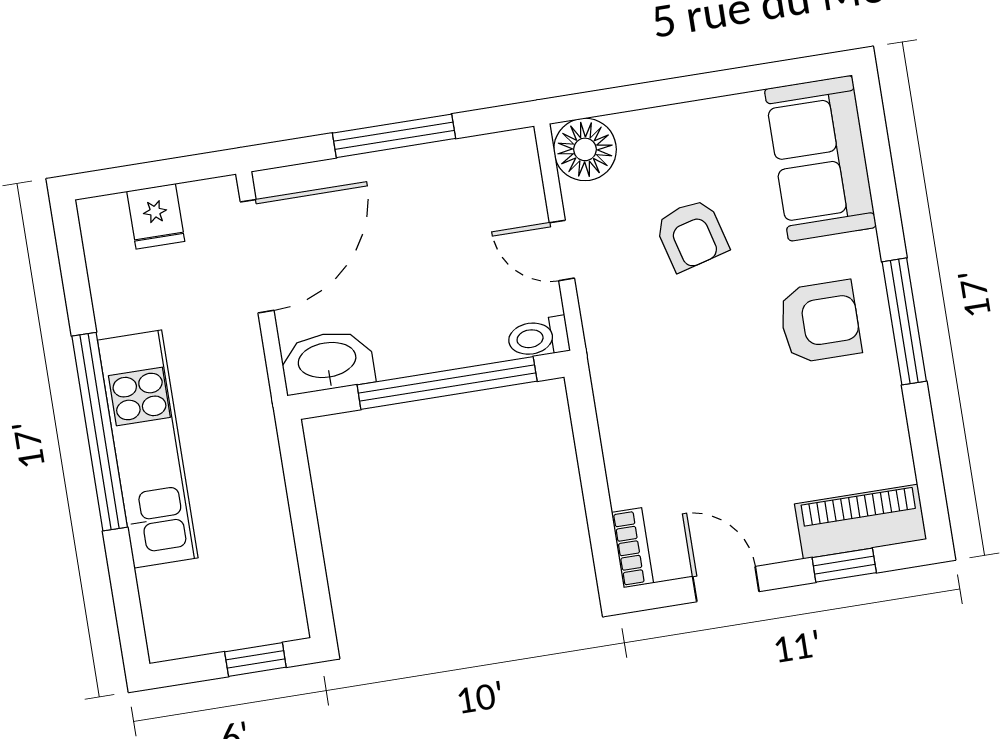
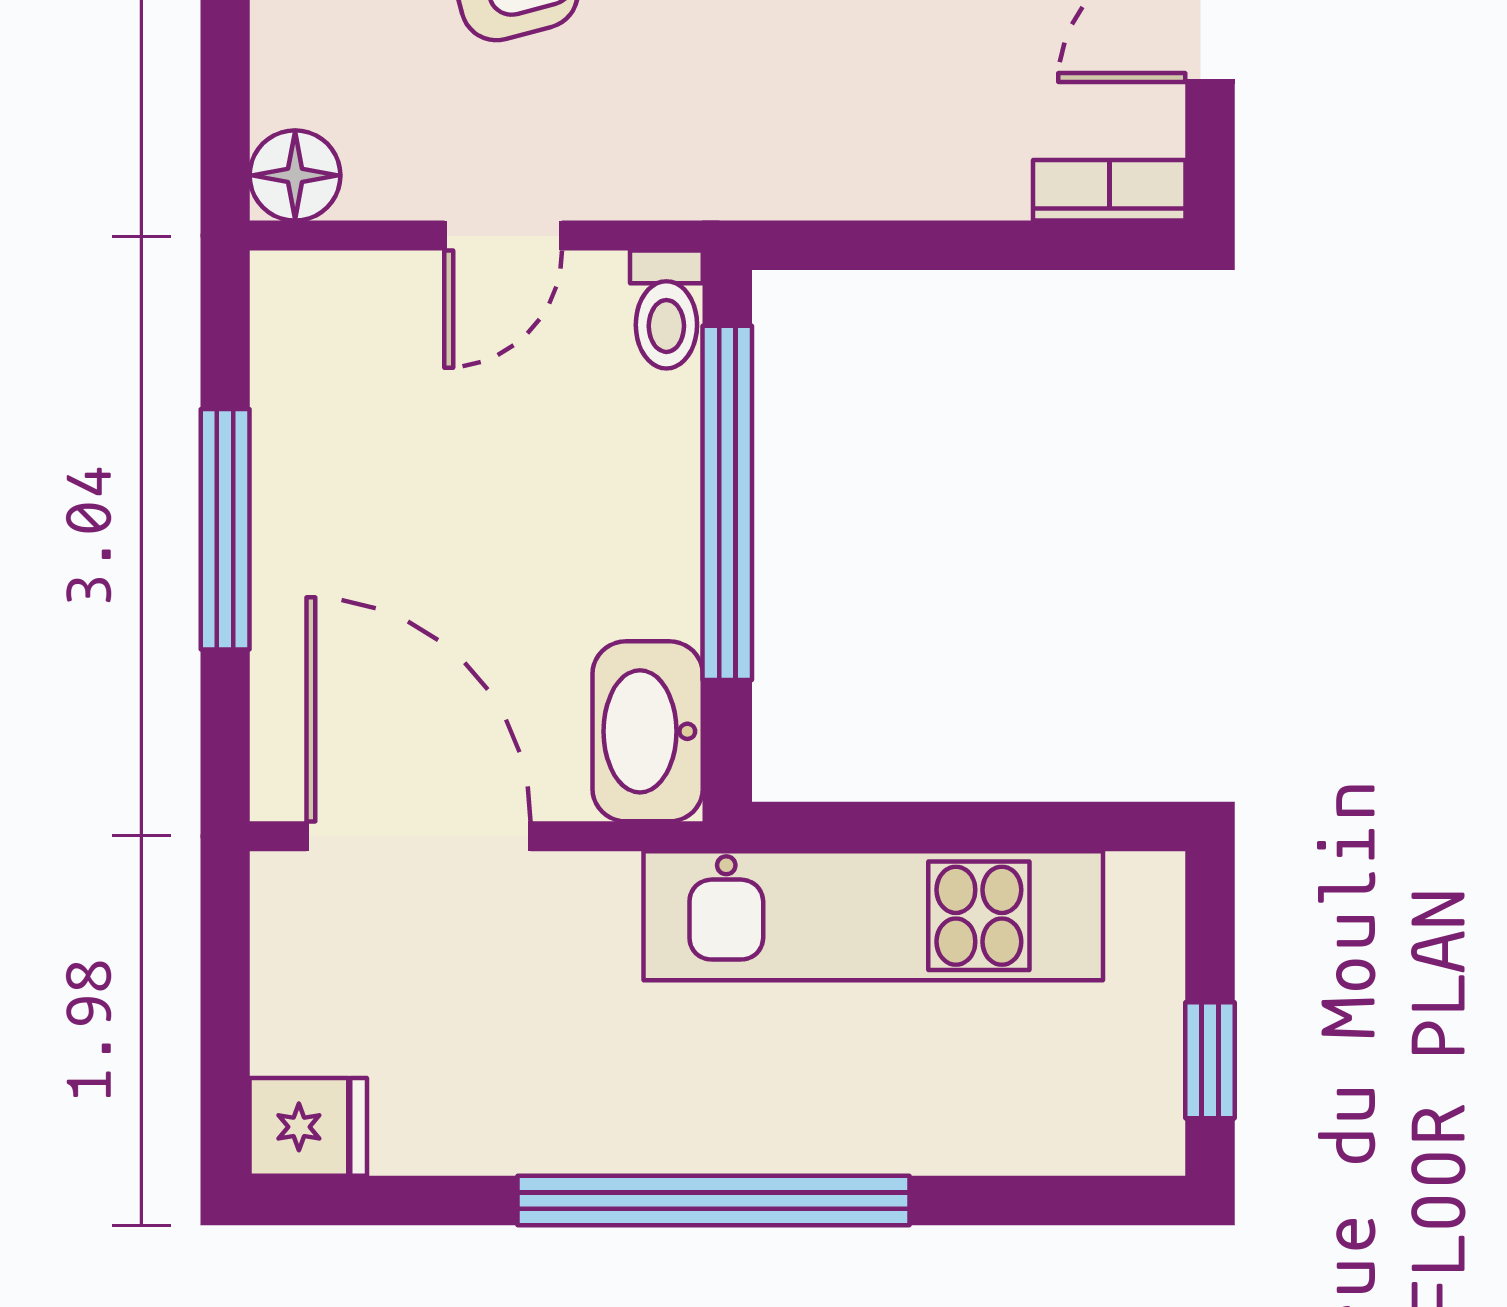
floor lamp: (585, 149) -> (295, 175), width x0.73, depth x0.73
fridge: (156, 216) -> (308, 1127), moved
kitchen unit: (148, 449) -> (873, 916), moved, turned 180
window: (255, 659) -> (1210, 1060), moved

